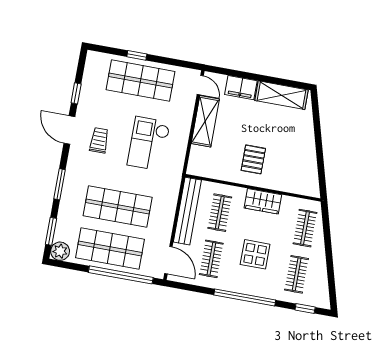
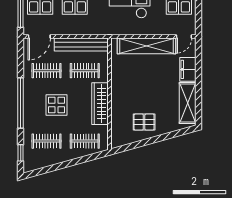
shelving: (205, 121) -> (146, 46), width x1.47
pallet: (253, 159) -> (144, 122), moved
wardrobe: (263, 201) -> (100, 104), width x1.50

